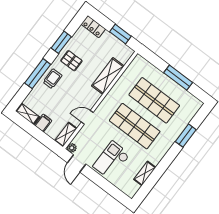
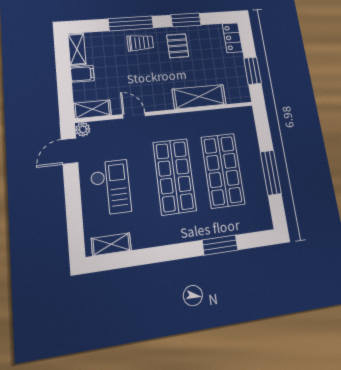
checkout: (111, 160) -> (111, 187), turned 90
shelving: (145, 173) -> (111, 244), moved

